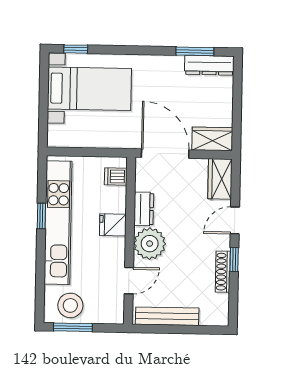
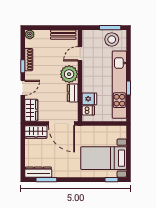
fridge: (113, 225) -> (89, 99), moved
bench: (167, 316) -> (63, 35), width x0.73
plant: (221, 318) -> (30, 34), added

